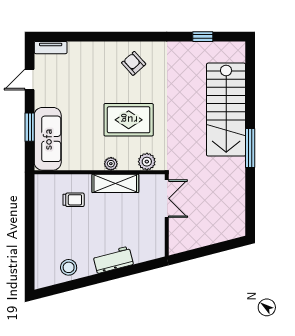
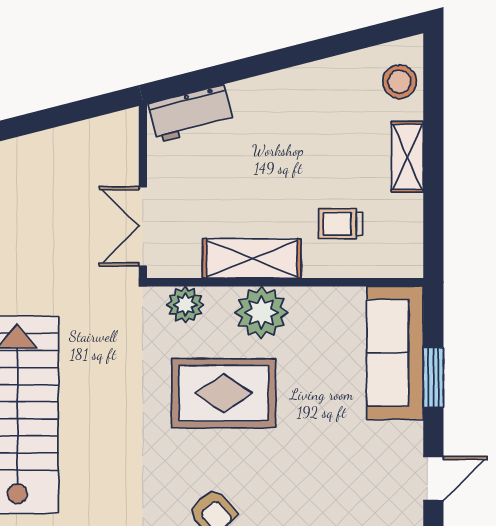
plant: (111, 164) -> (261, 312), width x1.87, depth x1.87
shelving: (42, 231) -> (407, 157), added
workbench: (113, 260) -> (191, 114), moved
stool: (69, 267) -> (400, 82), moved

